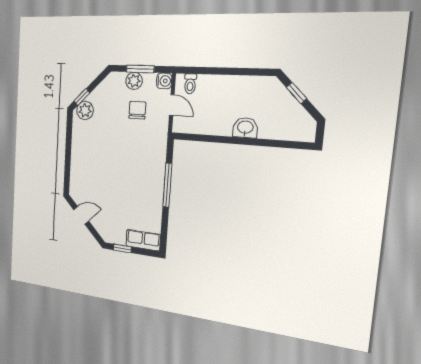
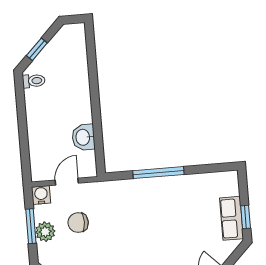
toilet: (190, 84) -> (34, 81), moved
washbasin: (245, 128) -> (83, 137), moved
row of seats: (143, 240) -> (232, 218), moved

